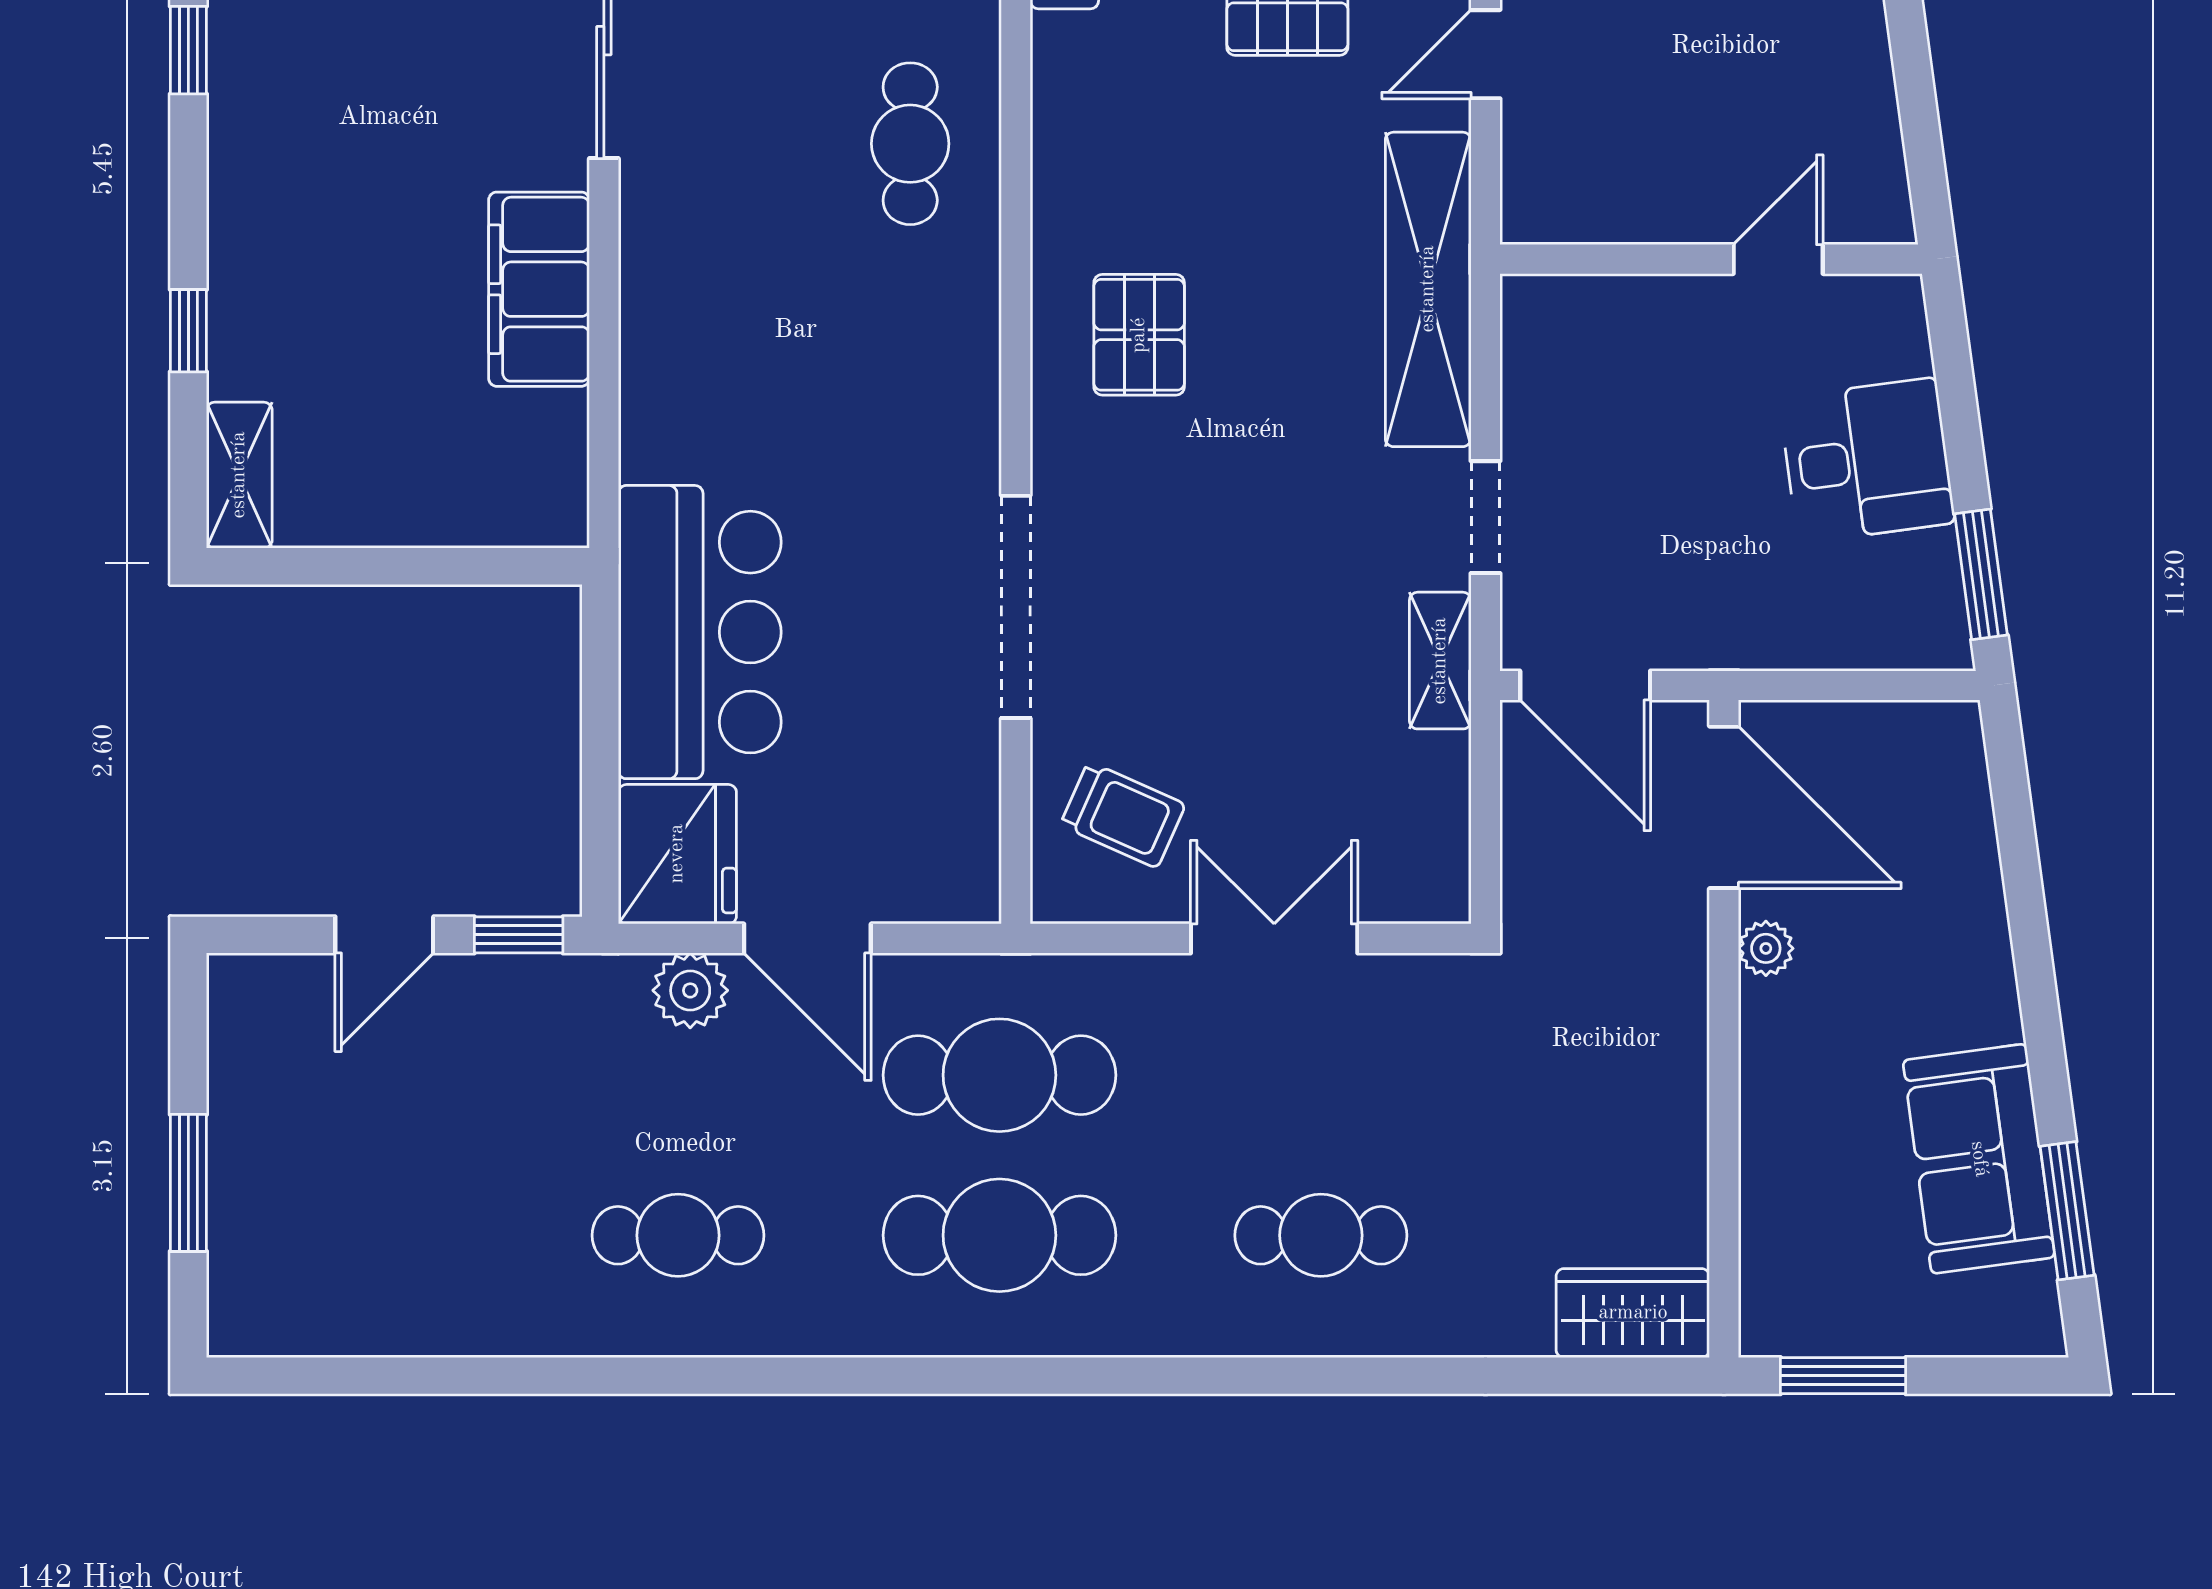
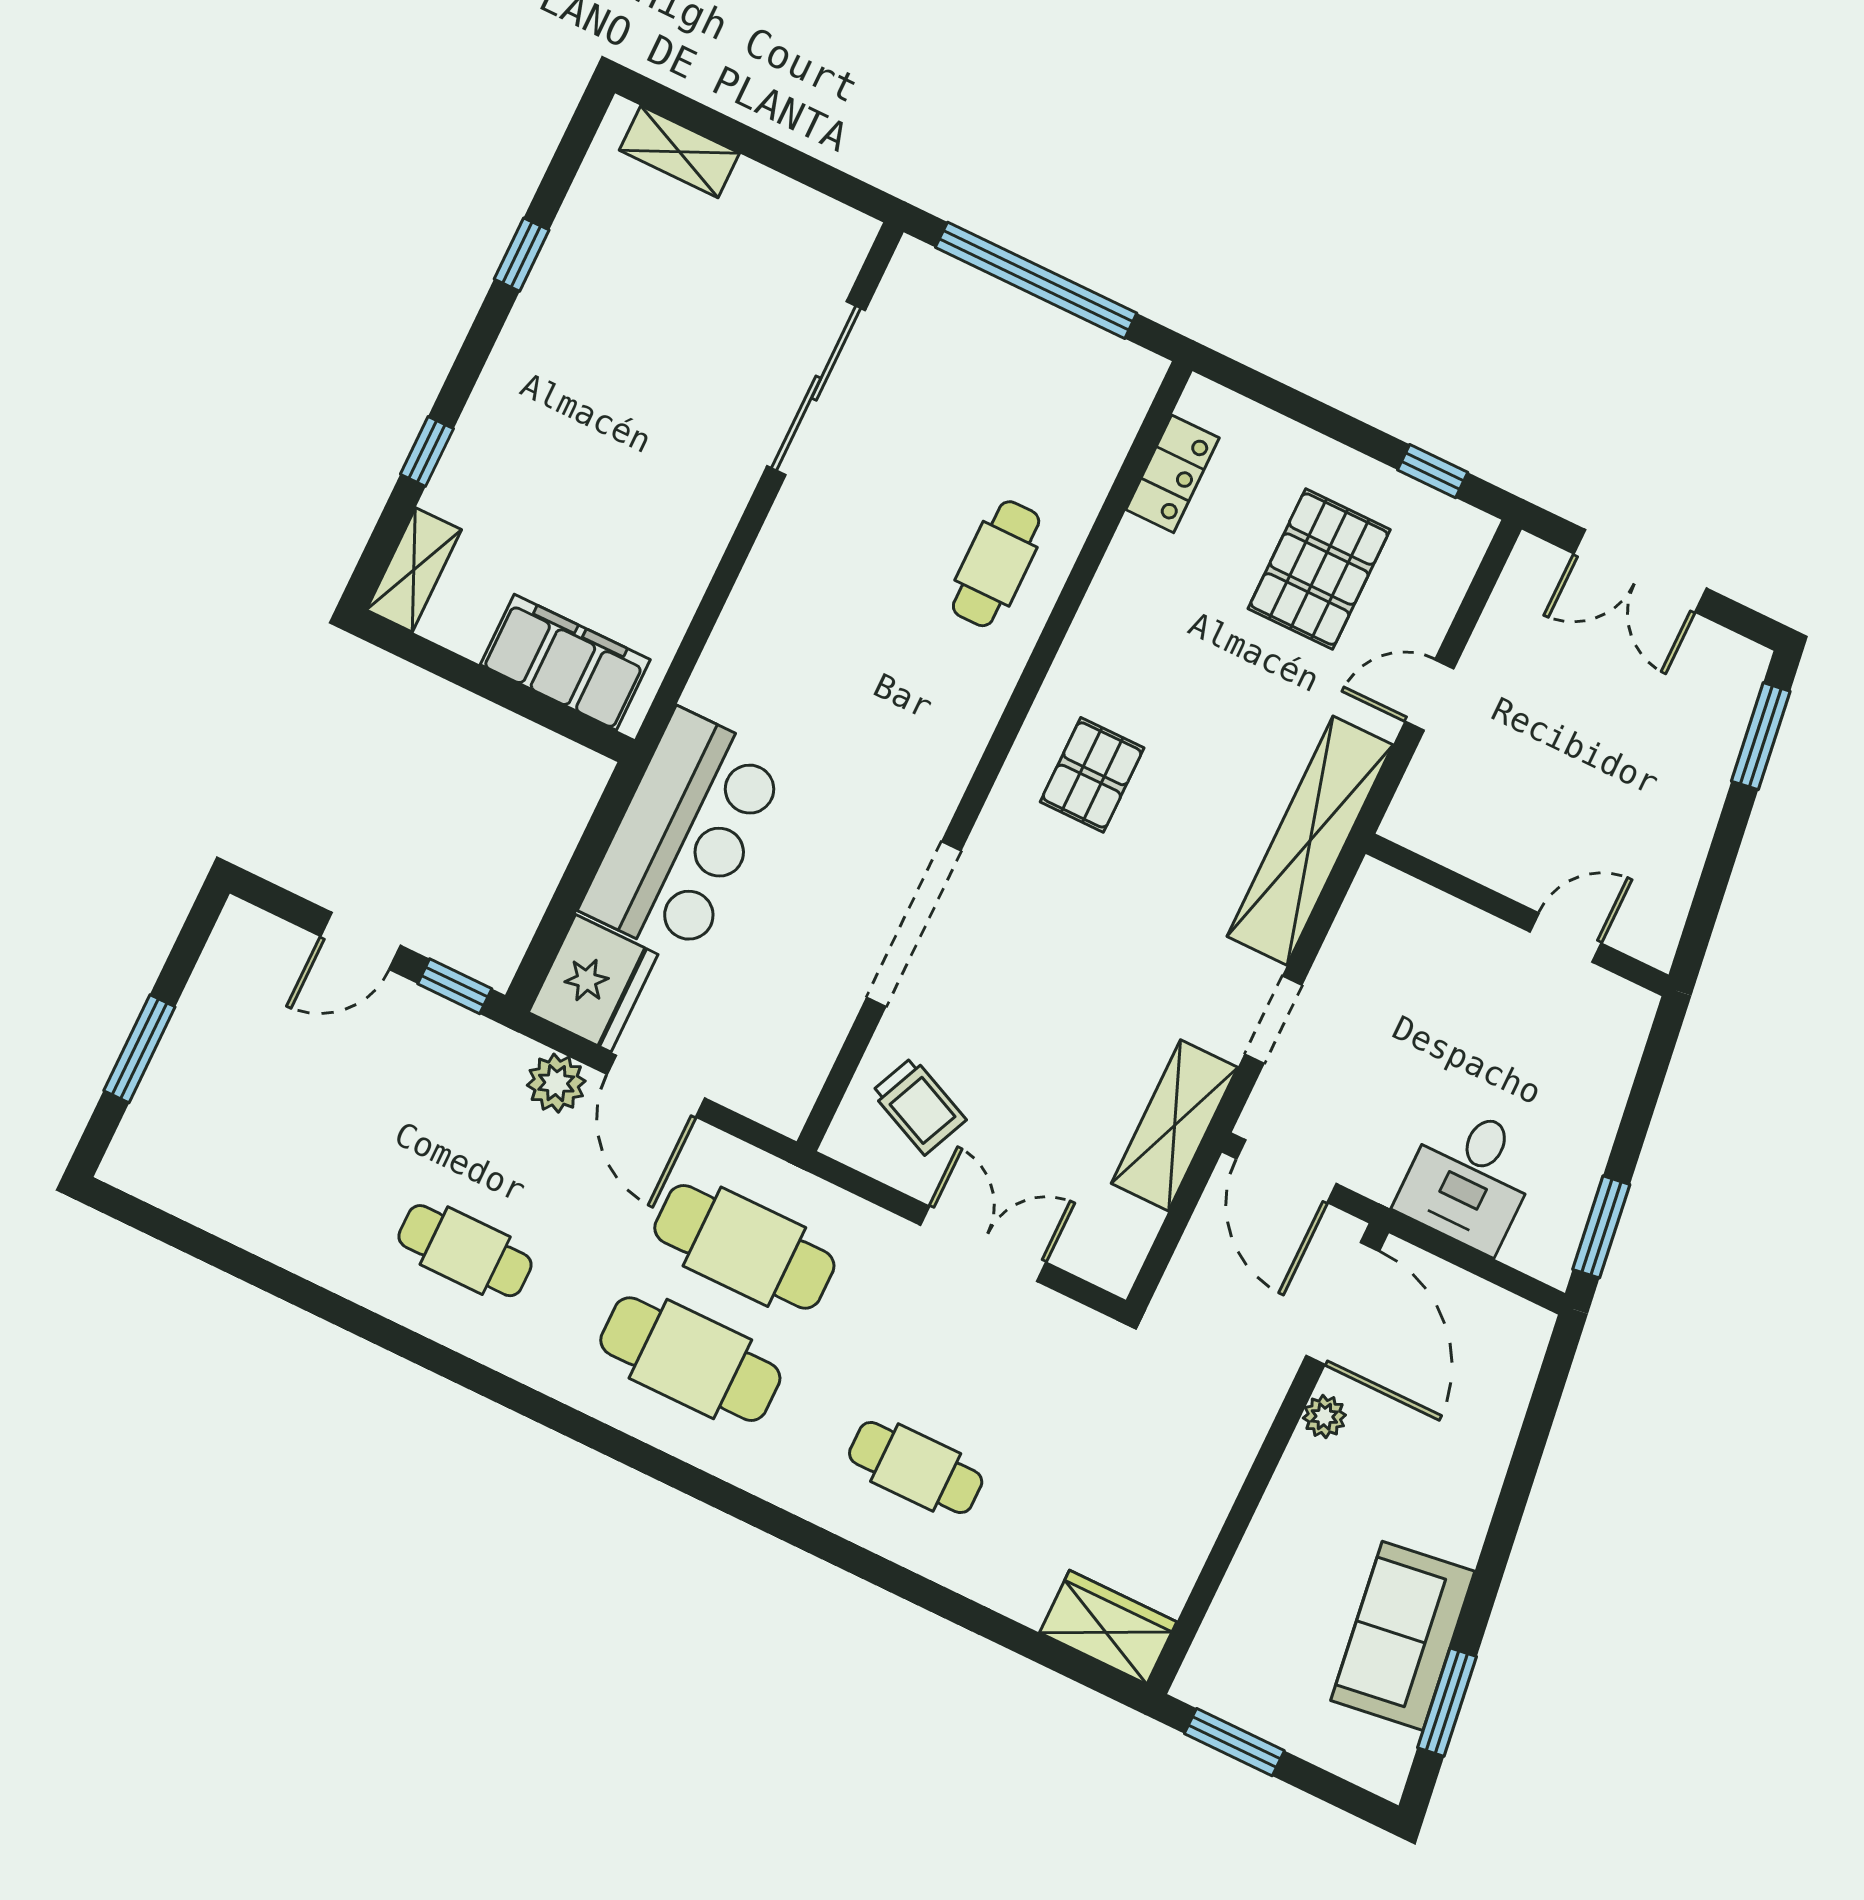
filing cabinet: (539, 289) -> (565, 662), moved, turned 90
desk: (1867, 460) -> (1469, 1178), moved, turned 98
shelving: (1440, 661) -> (1175, 1125), width x1.50, depth x1.33

